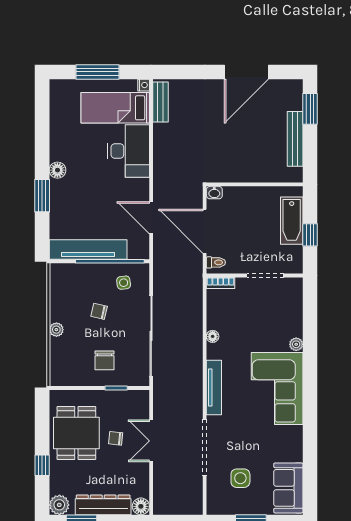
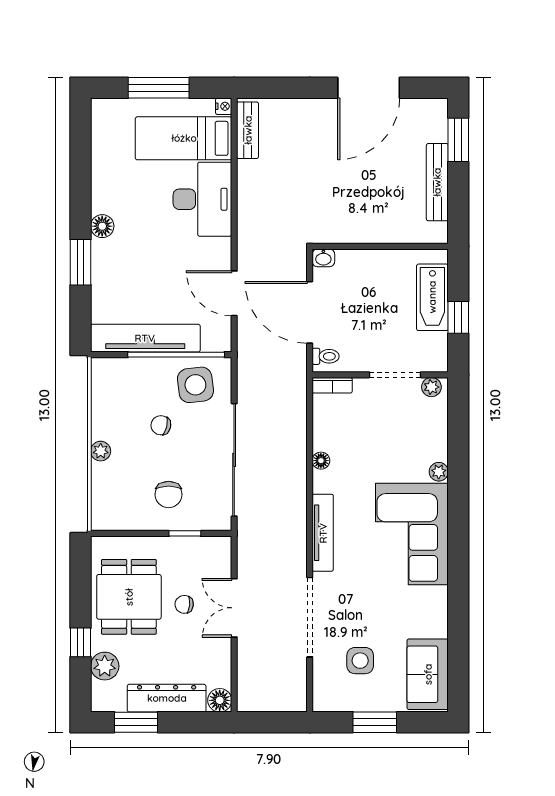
side table: (124, 283) -> (195, 385), width x1.87, depth x1.87
plant: (291, 284) -> (431, 387), added
plant: (59, 505) -> (105, 666), moved

